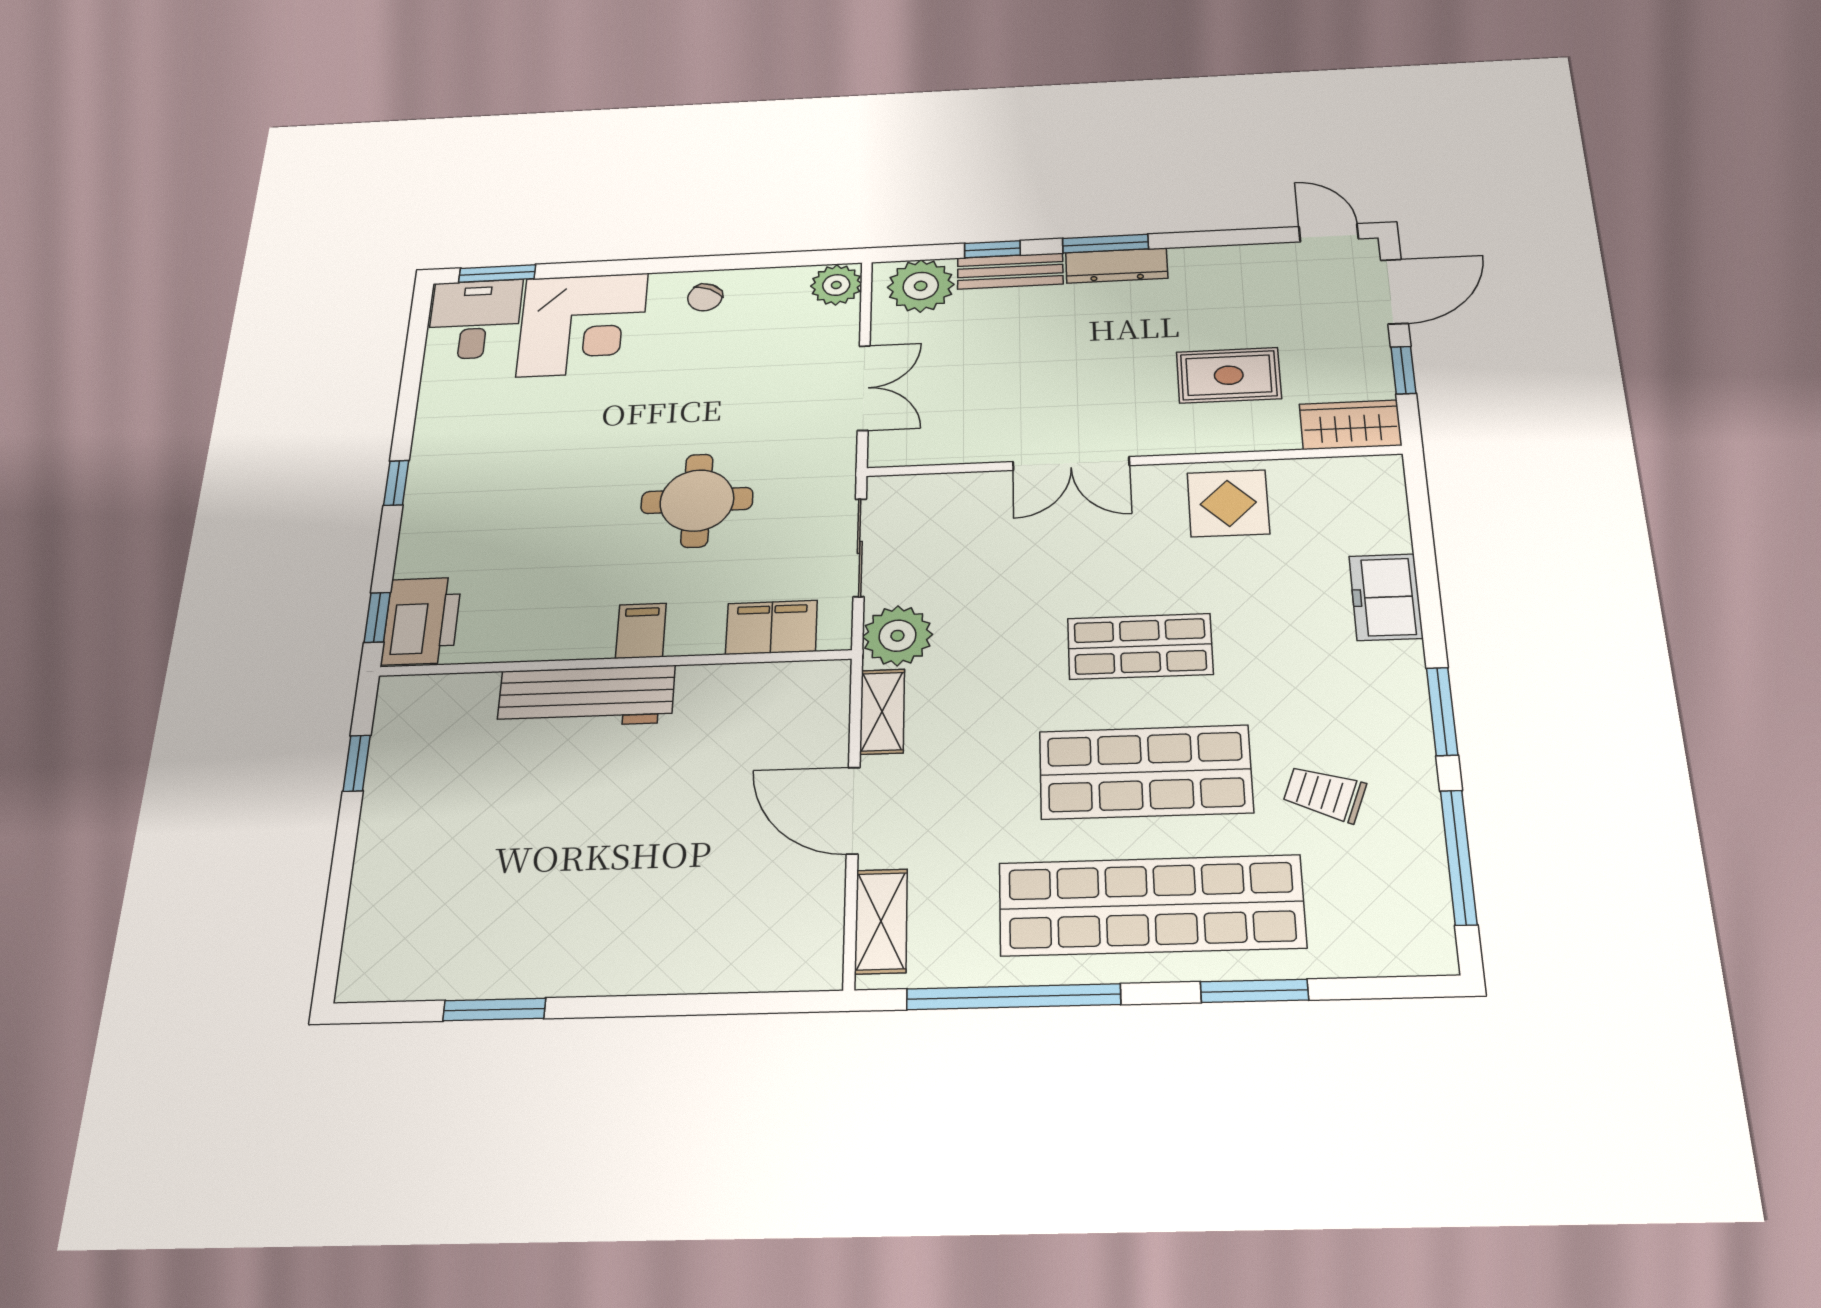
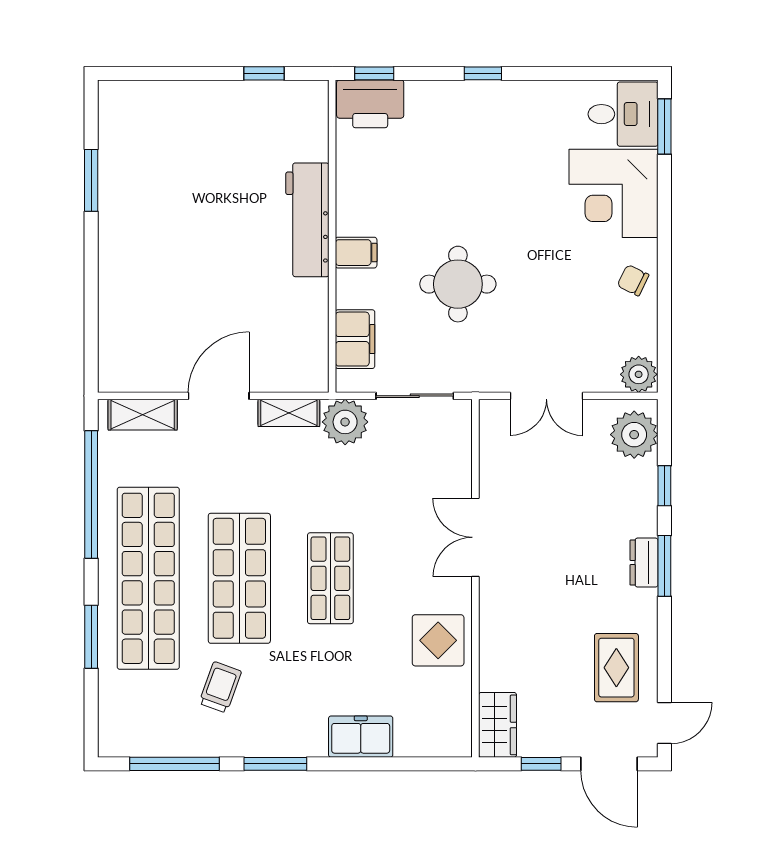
dresser: (1117, 266) -> (644, 563), width x0.70
bench: (1010, 271) -> (644, 498), removed
rug: (1229, 375) -> (616, 668), moved

